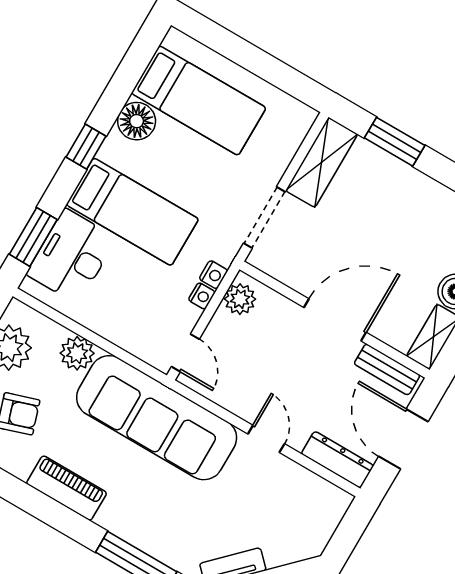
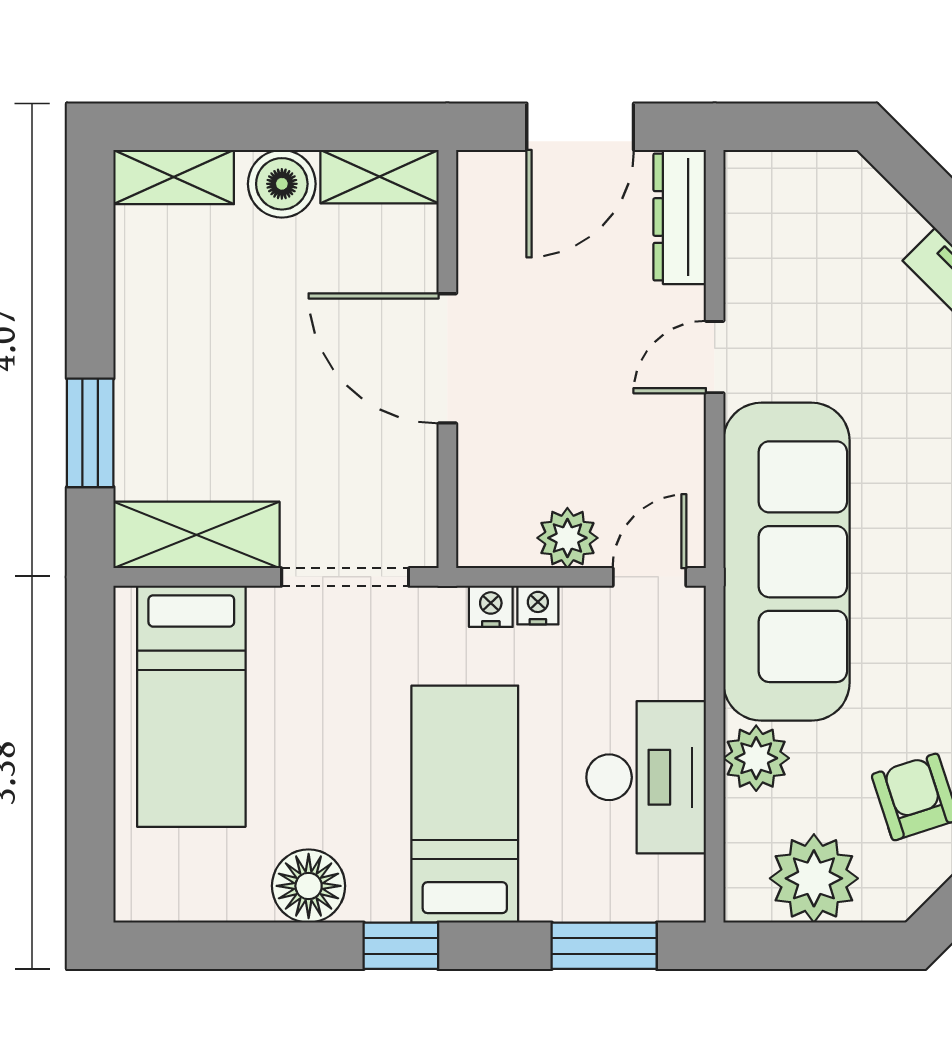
bed: (199, 100) -> (191, 706), moved, turned 180
desk: (71, 256) -> (646, 777), moved, turned -90
plant: (240, 299) -> (567, 538), moved
bench: (387, 369) -> (480, 222), removed

